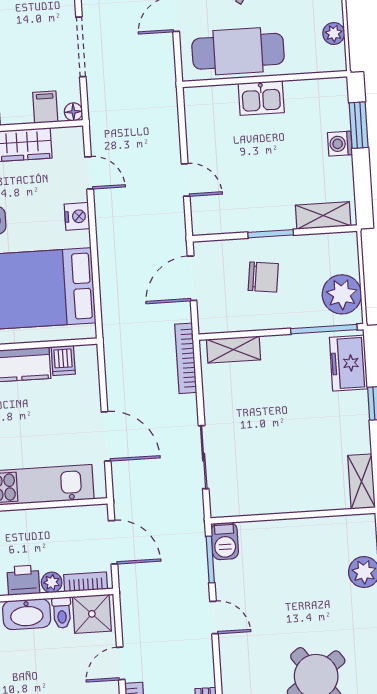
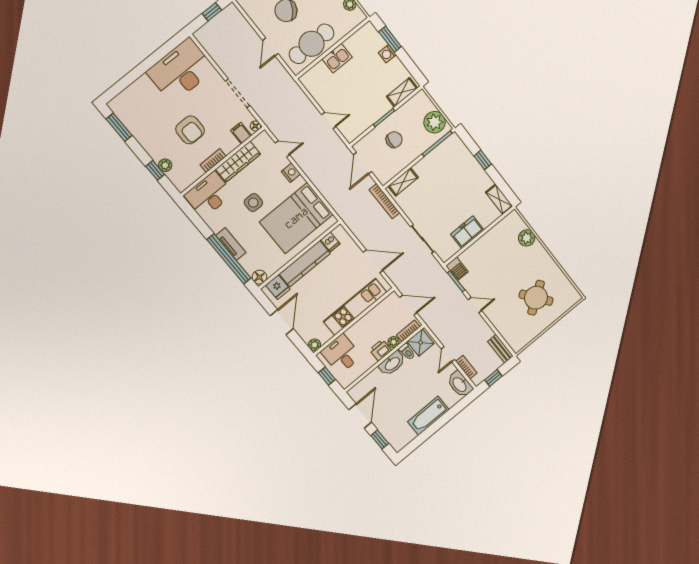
freezer: (348, 363) -> (467, 232), moved, turned 90

